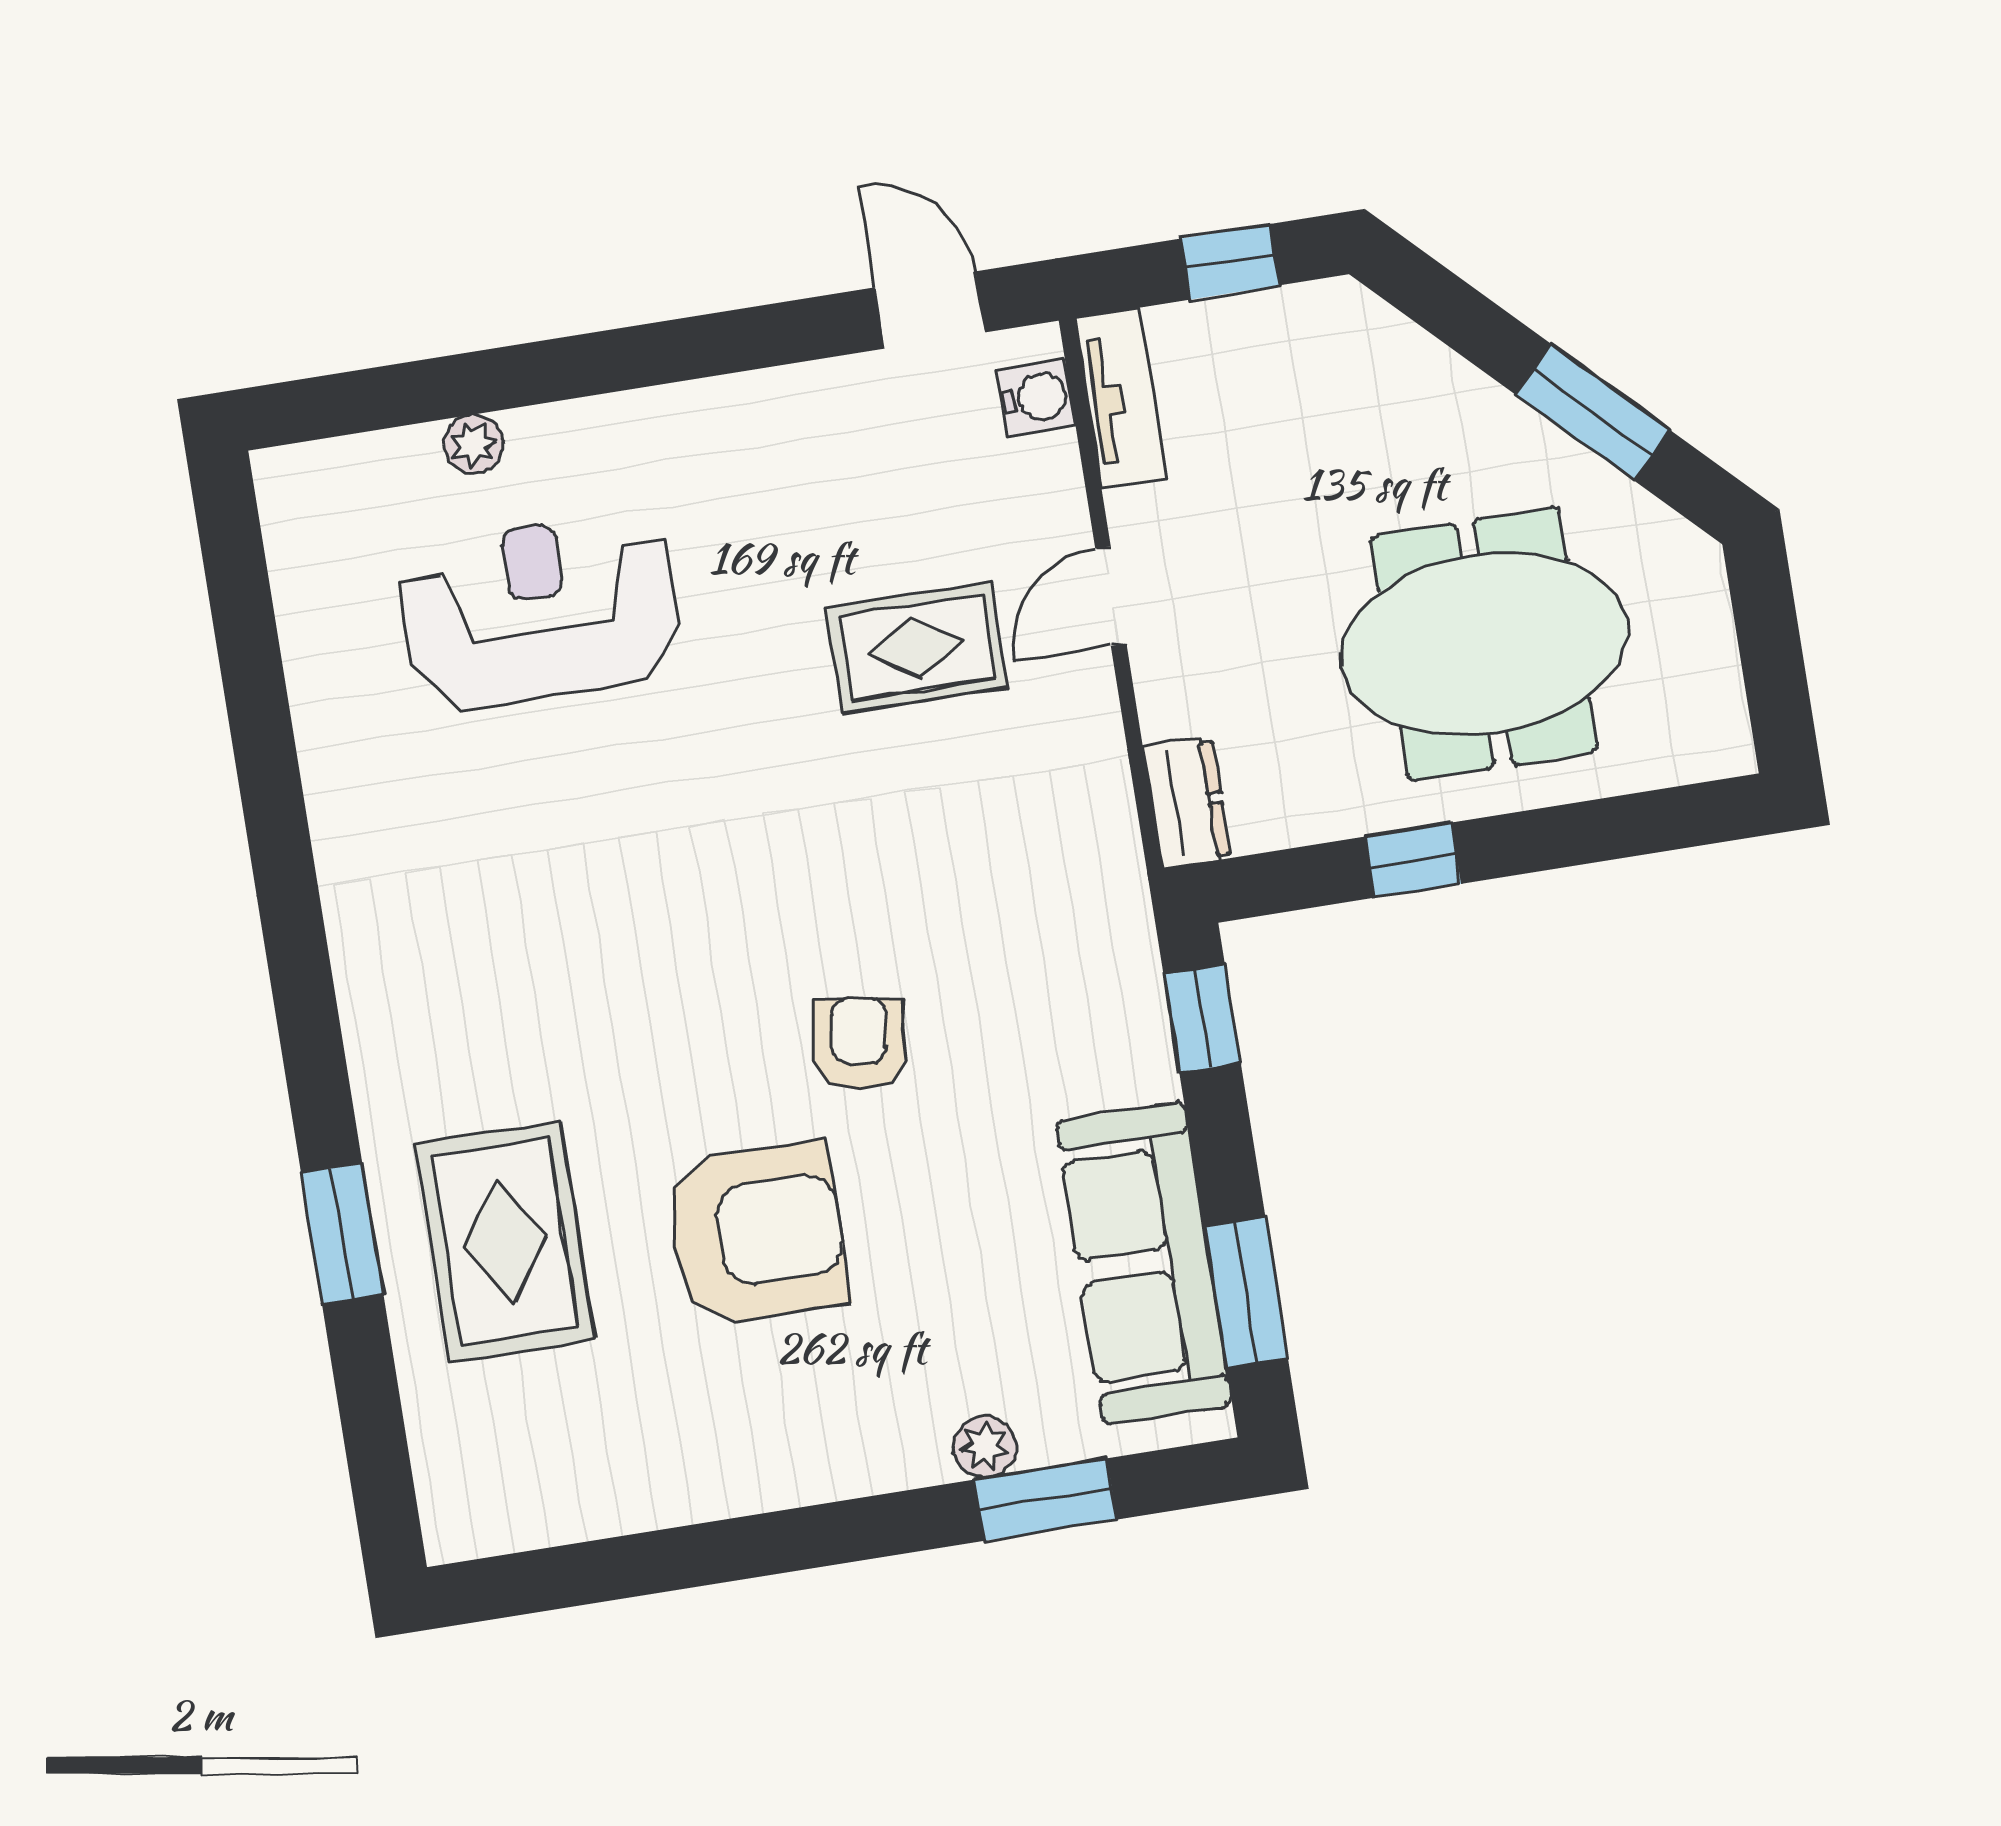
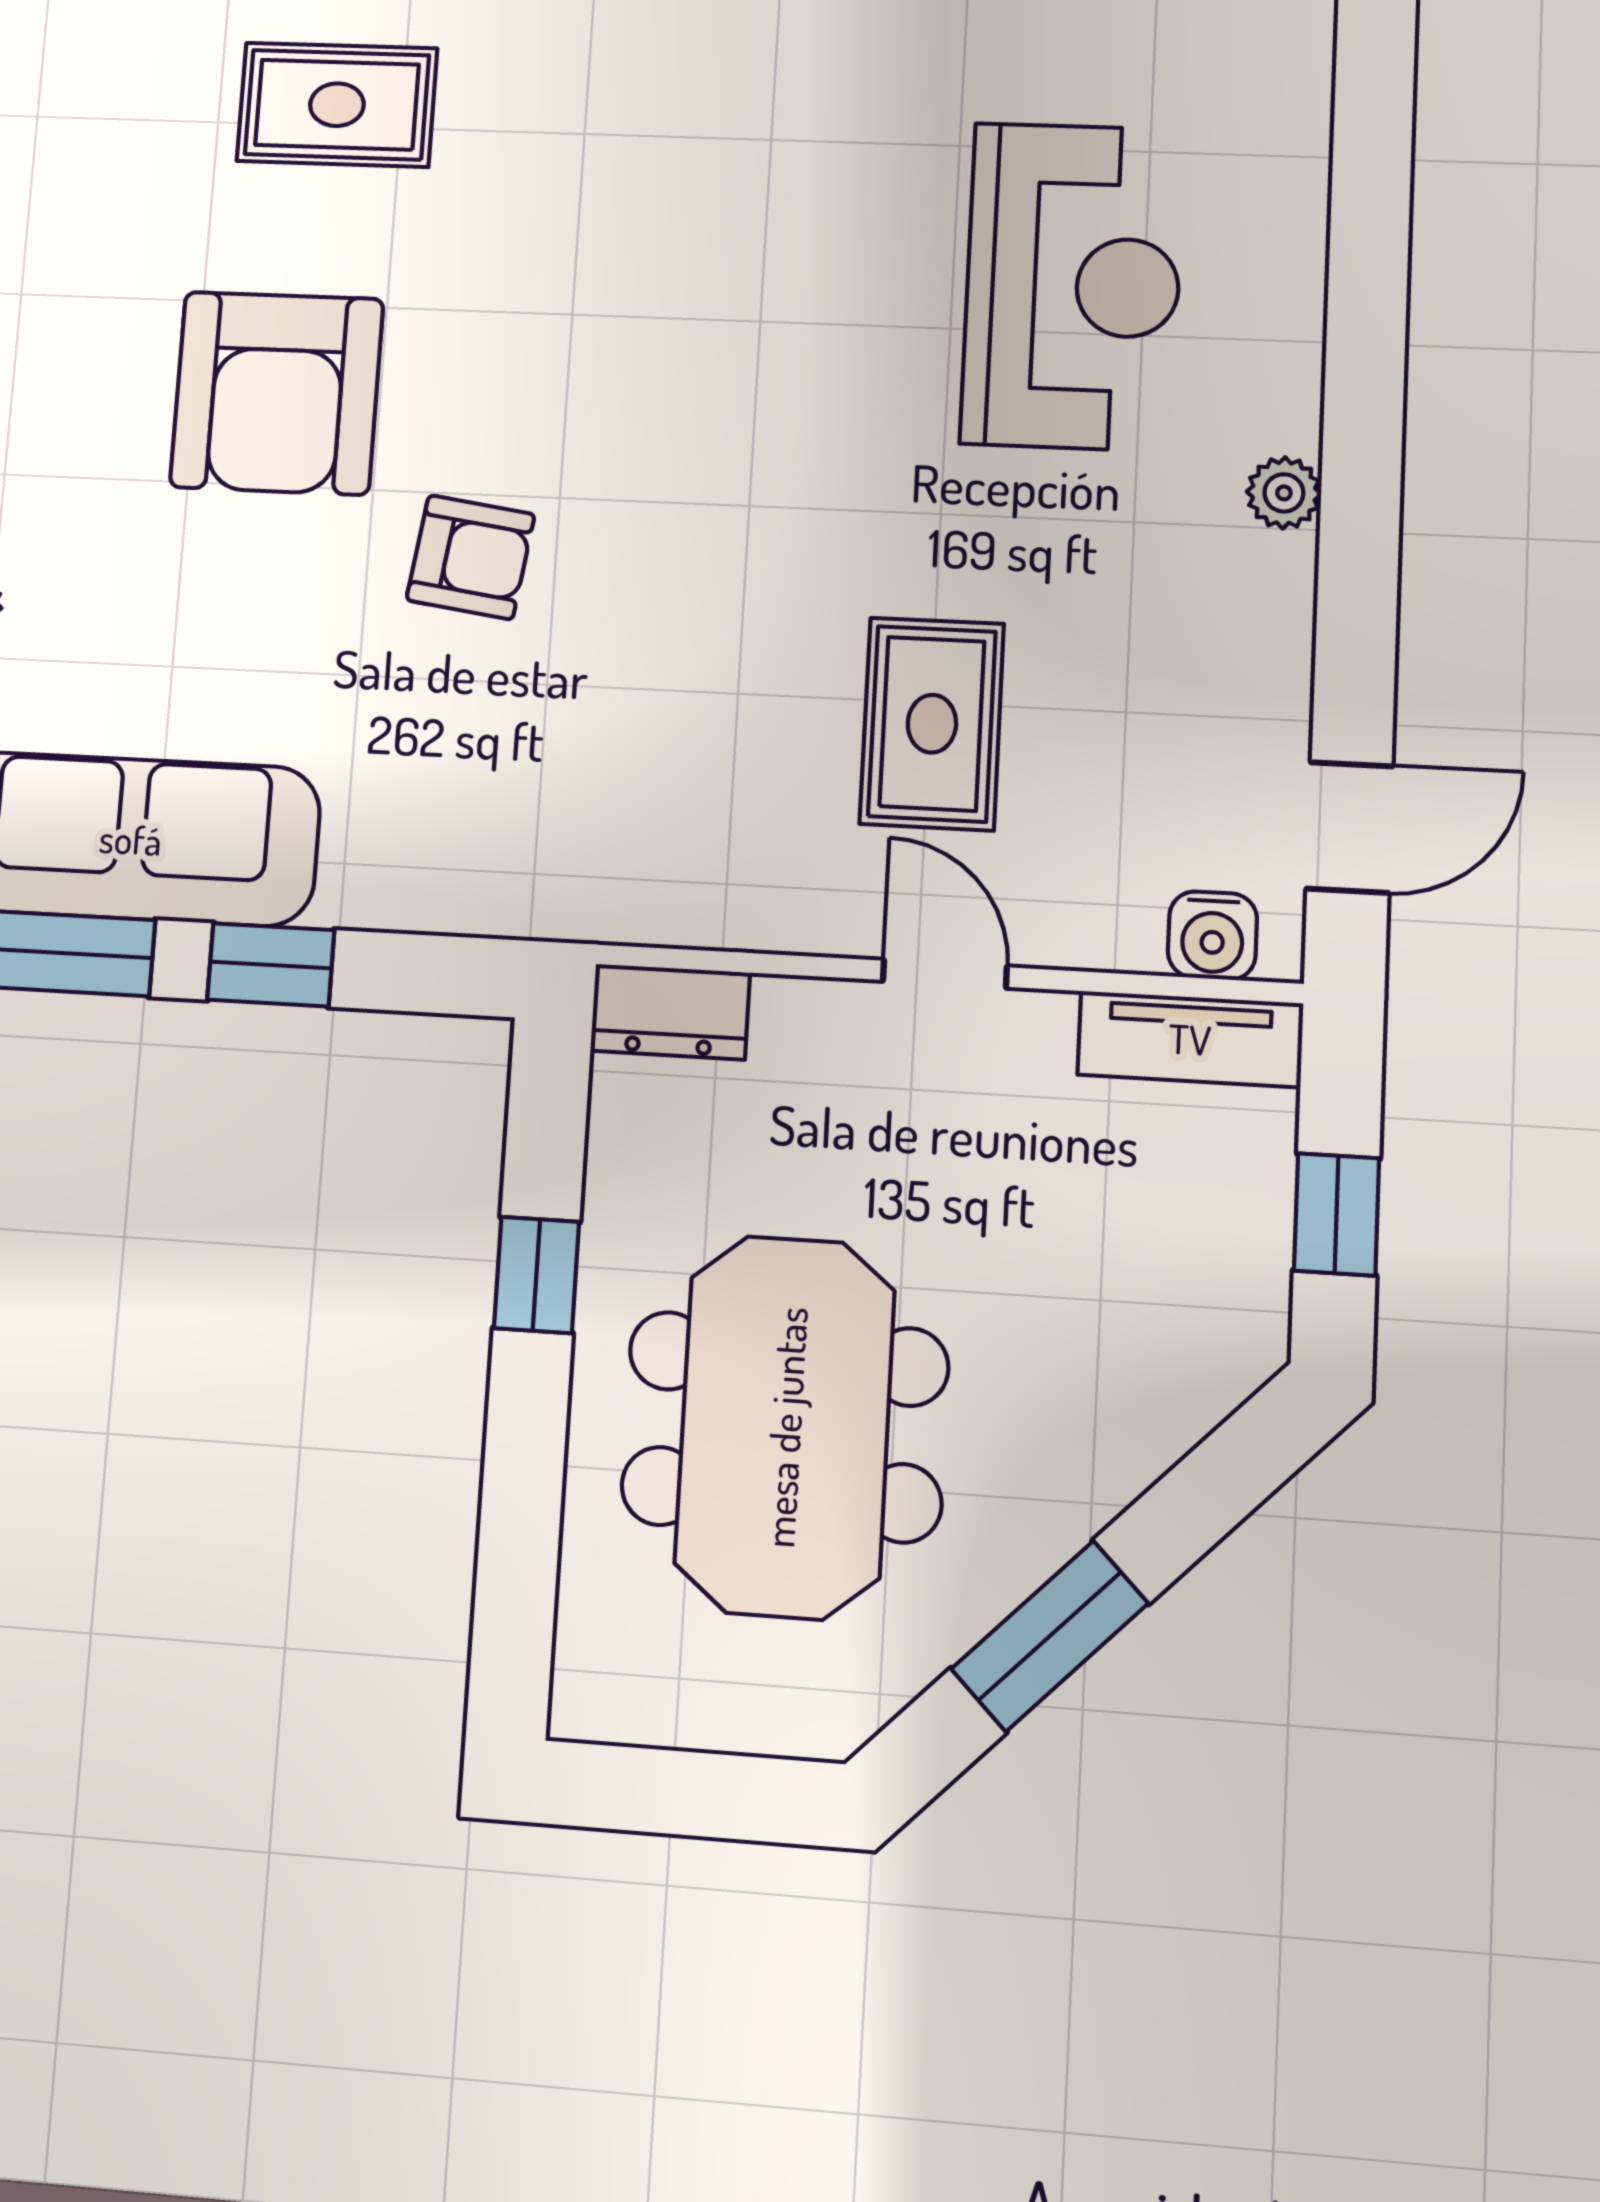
plant: (474, 444) -> (1284, 493), moved
window: (1202, 1019) -> (271, 965), moved
rug: (505, 1242) -> (337, 105), width x0.73, depth x0.70

